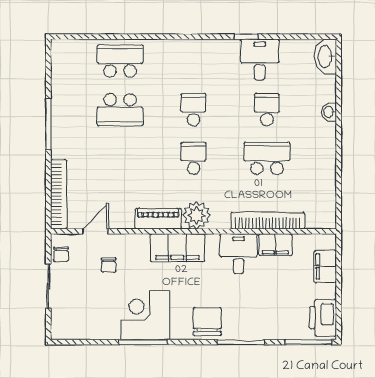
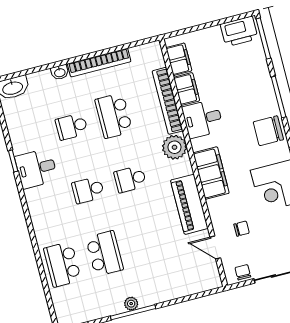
desk: (260, 60) -> (36, 168), moved
plant: (58, 124) -> (131, 304), added
bookcase: (59, 194) -> (99, 63), moved, turned 180
plant: (197, 215) -> (174, 147), moved
piano: (158, 219) -> (189, 204), width x1.37, depth x1.33
chair: (61, 254) -> (243, 272), turned -90
filing cabinet: (325, 266) -> (179, 59), moved, turned -90

